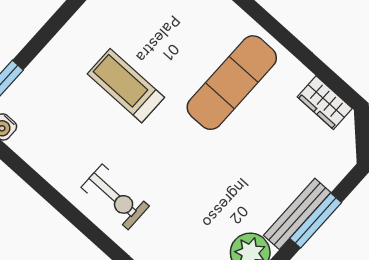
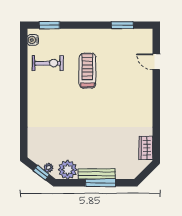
exercise mat: (232, 83) -> (123, 108), removed
exercise bike: (115, 197) -> (48, 63), moved, turned -90

